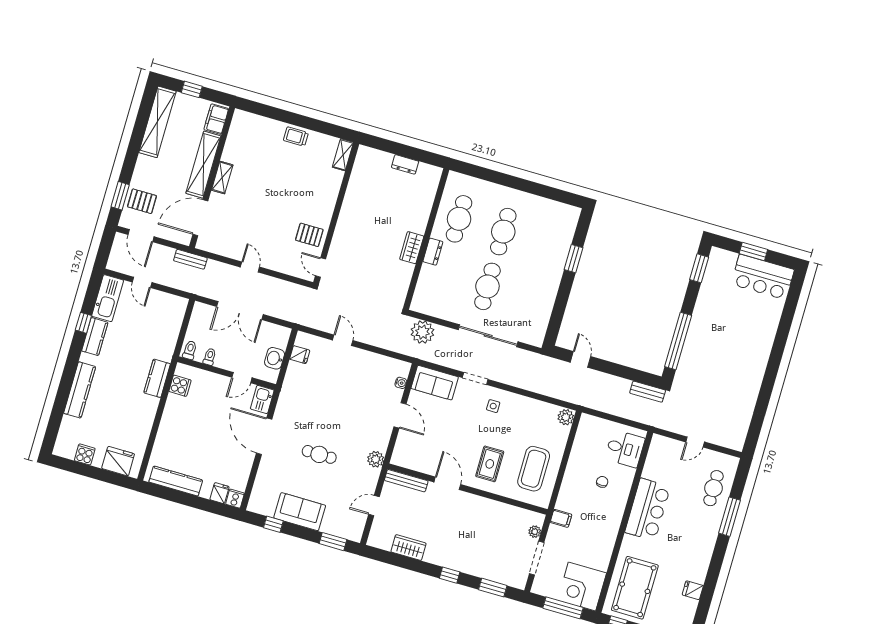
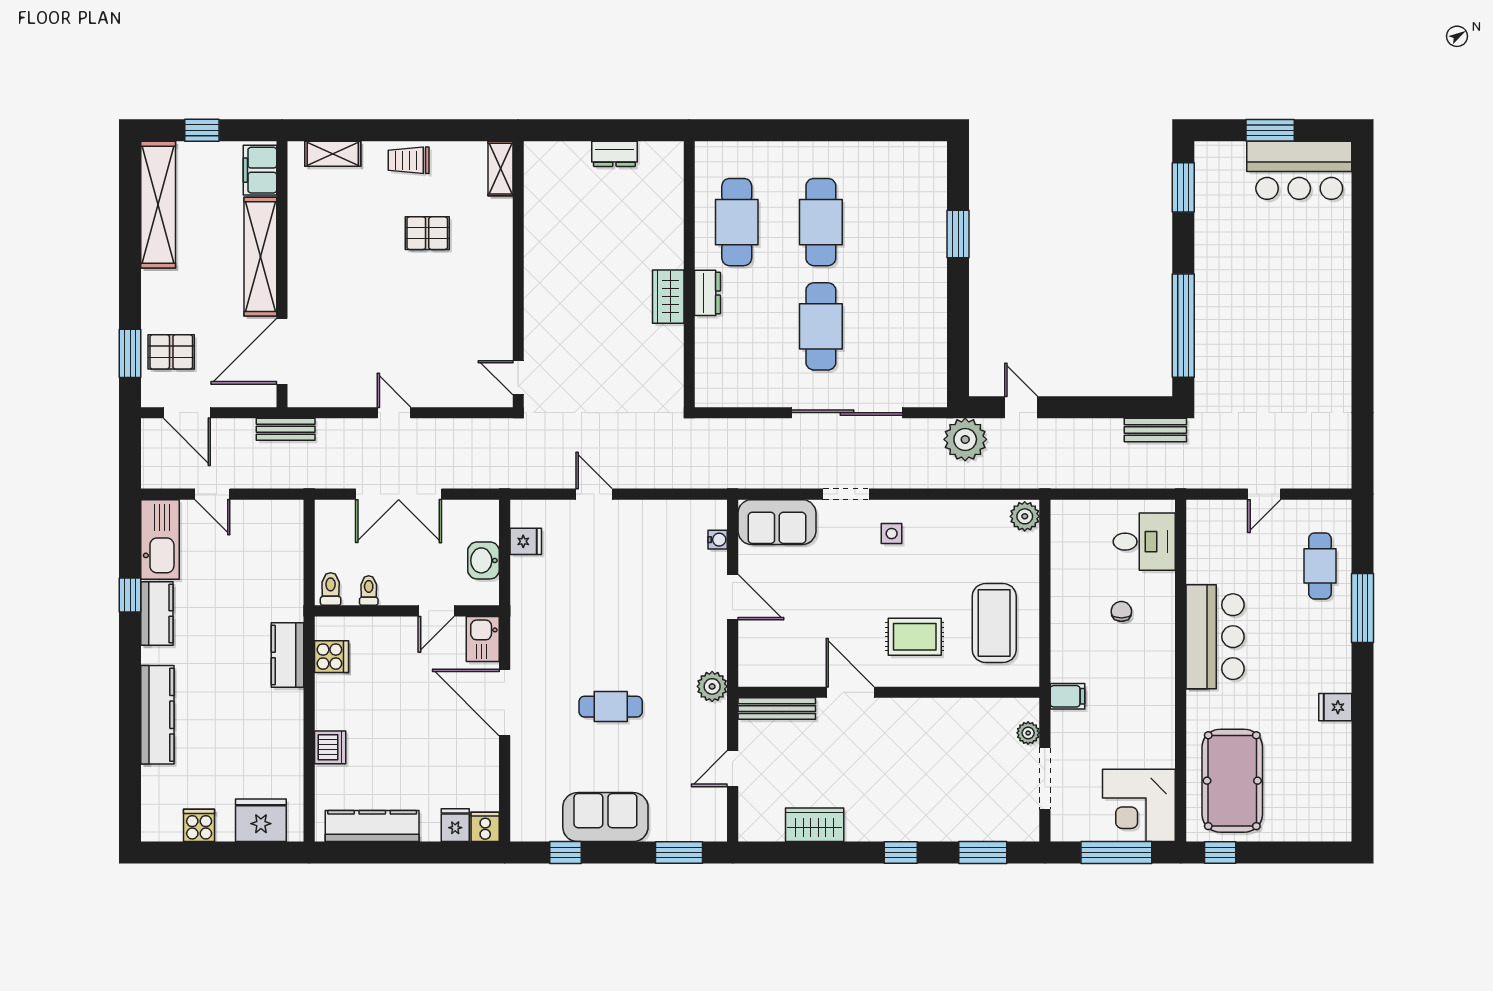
shelving: (222, 178) -> (333, 154), moved, turned 90
pallet: (309, 235) -> (427, 233), moved
plant: (422, 332) -> (965, 439), moved
dishwasher: (166, 433) -> (330, 747), added
rug: (490, 464) -> (915, 637), turned 90
fridge: (693, 590) -> (1335, 707), moved

